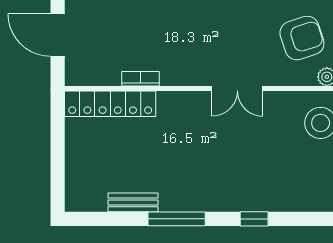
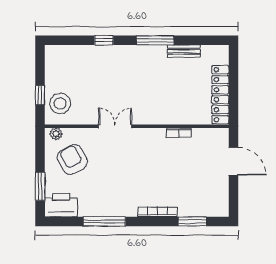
armchair: (302, 38) -> (72, 159), turned 79
locker: (110, 104) -> (220, 95), moved, turned -90

